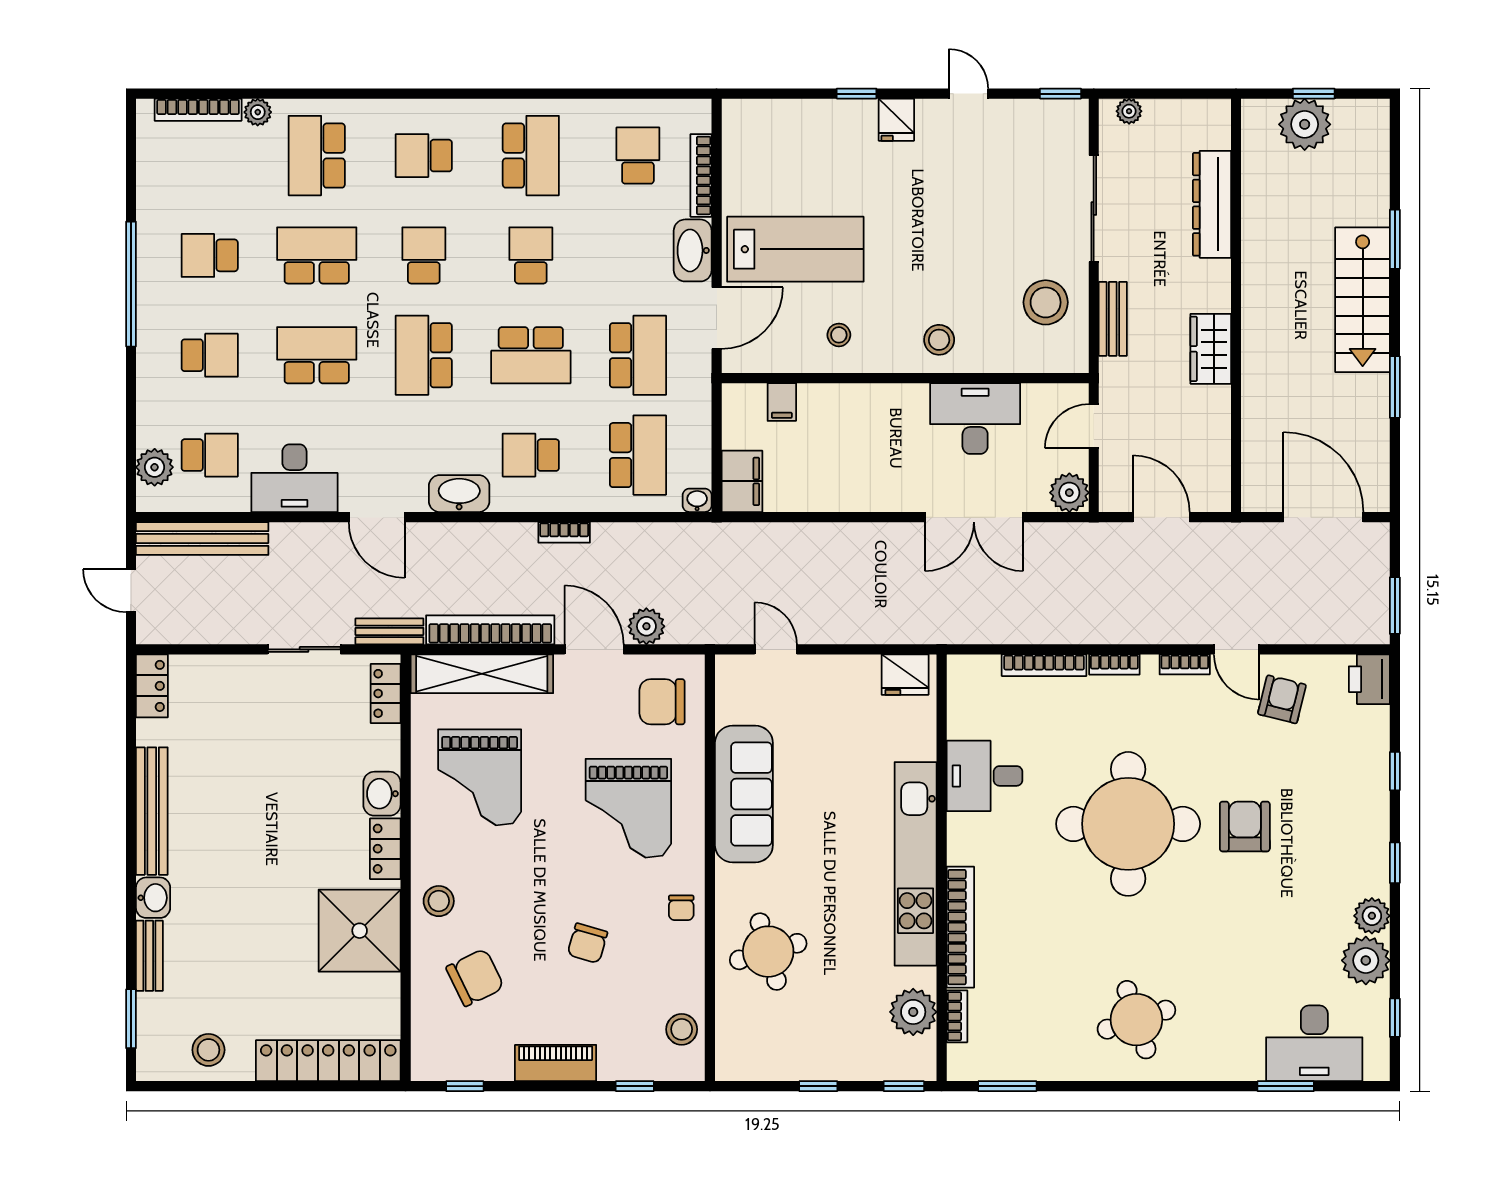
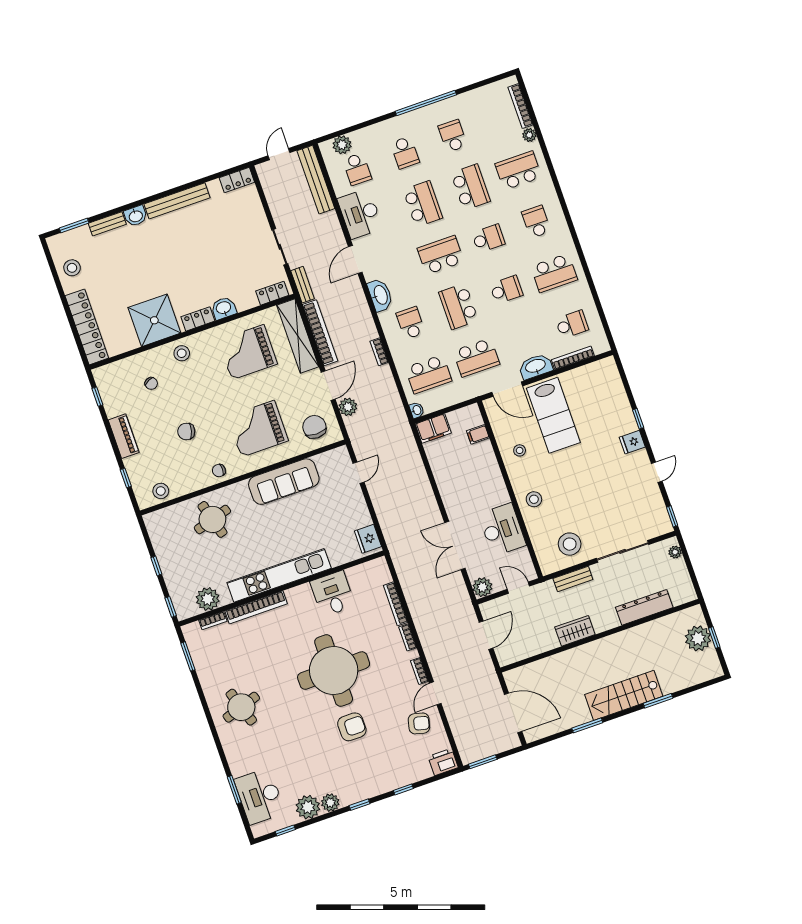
door: (1323, 517) -> (513, 713), hinge flipped
chair: (475, 977) -> (151, 383), width x0.54, depth x0.54

